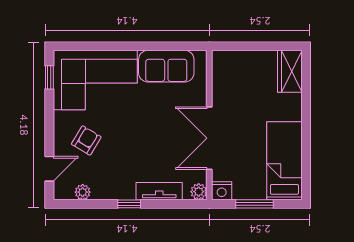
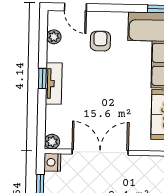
armchair: (86, 140) -> (100, 41), turned -121
tv unit: (159, 191) -> (54, 84), moved

